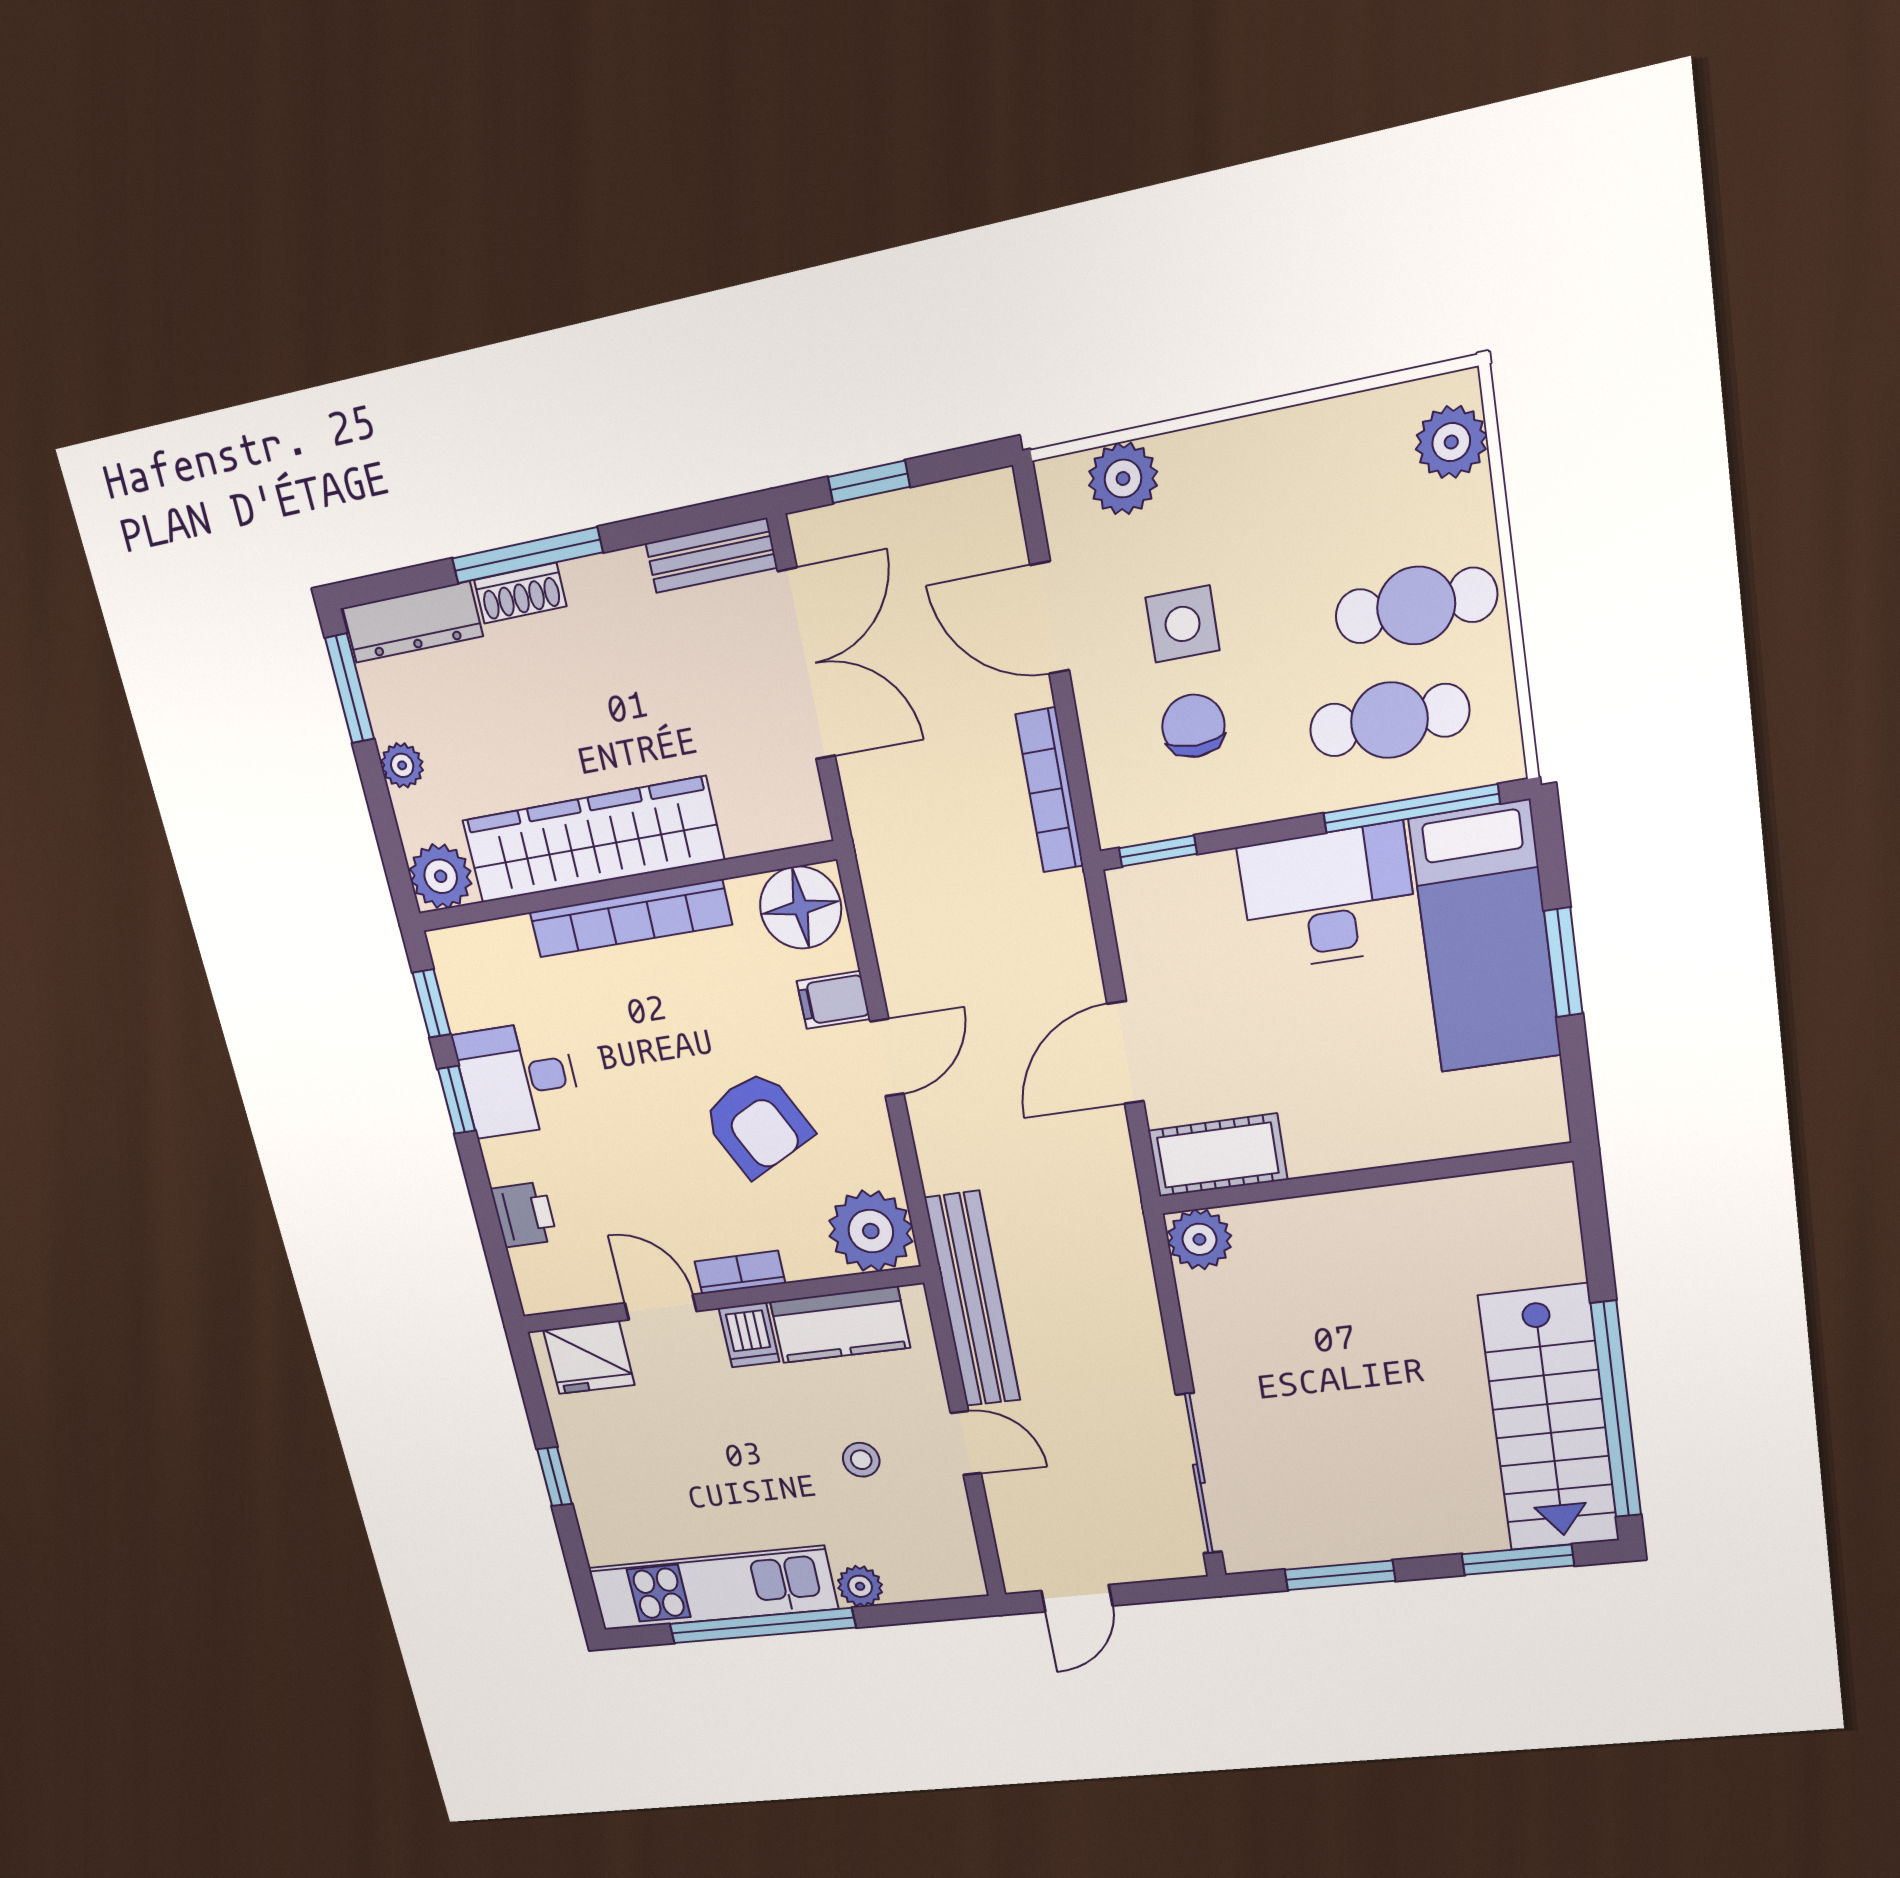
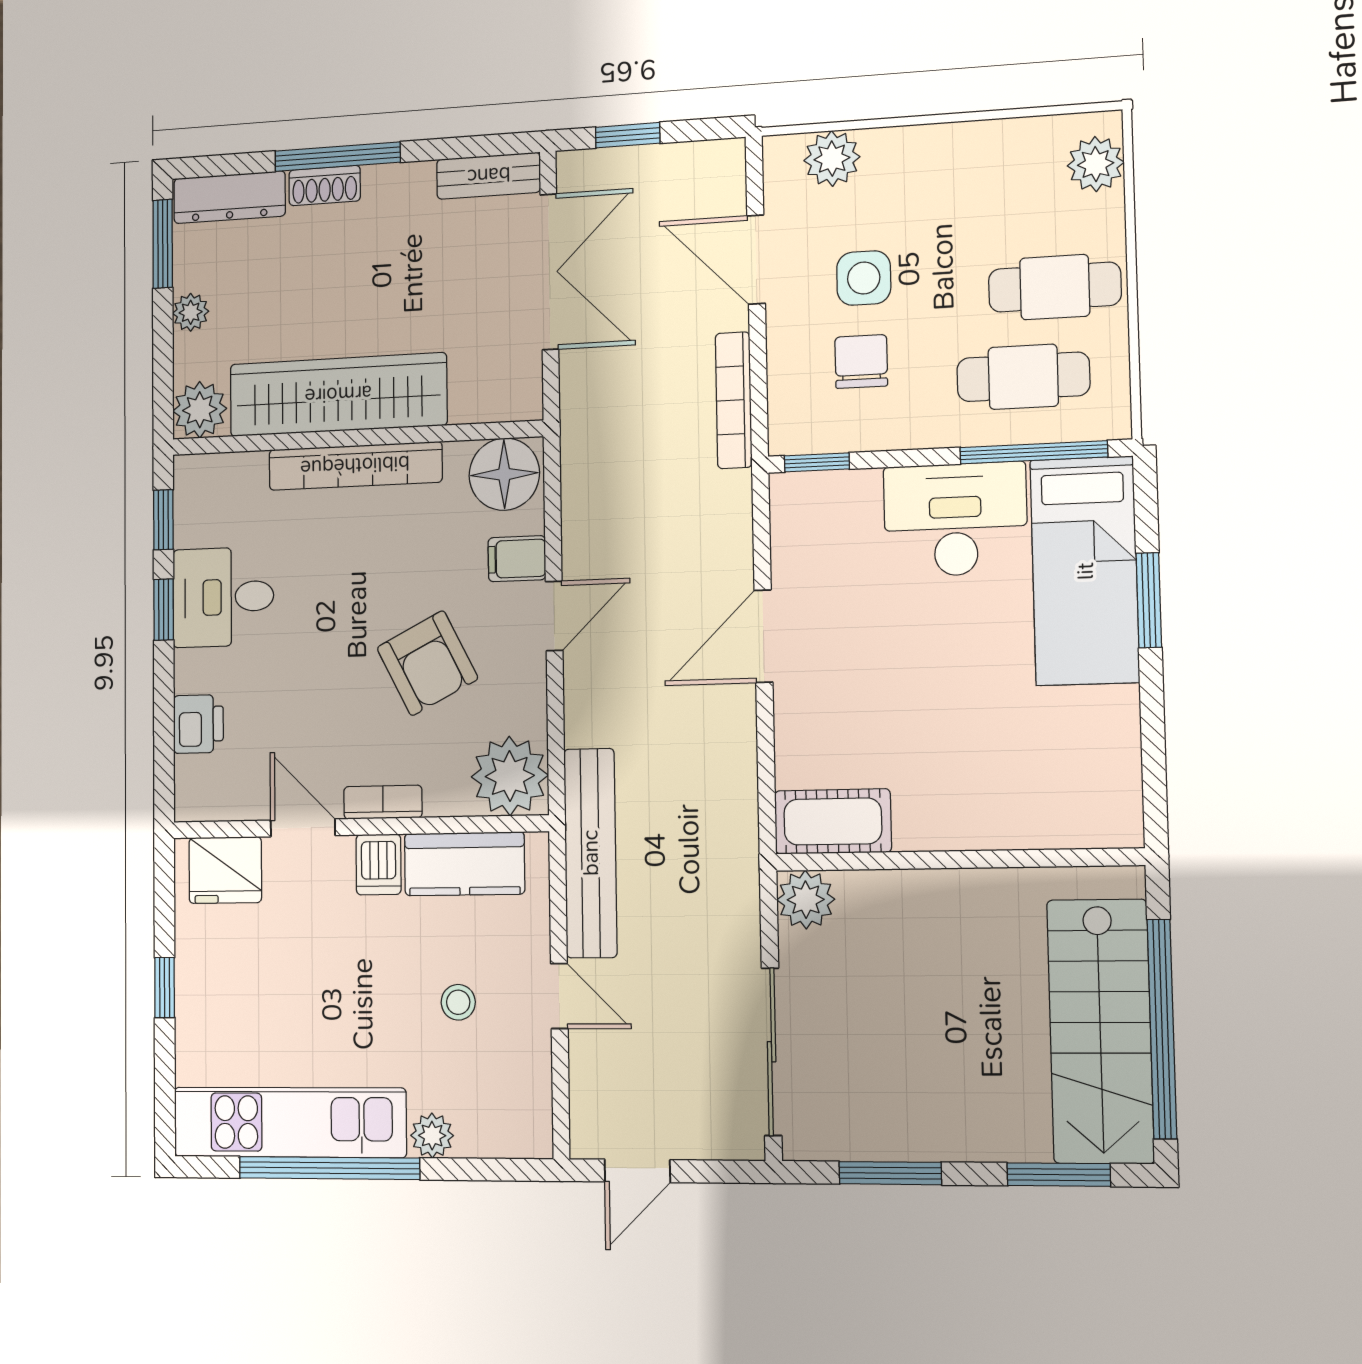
cot: (1218, 1155) -> (833, 821), moved
wall: (1362, 1179) -> (958, 860), moved
plant: (1199, 1239) -> (806, 900), moved

